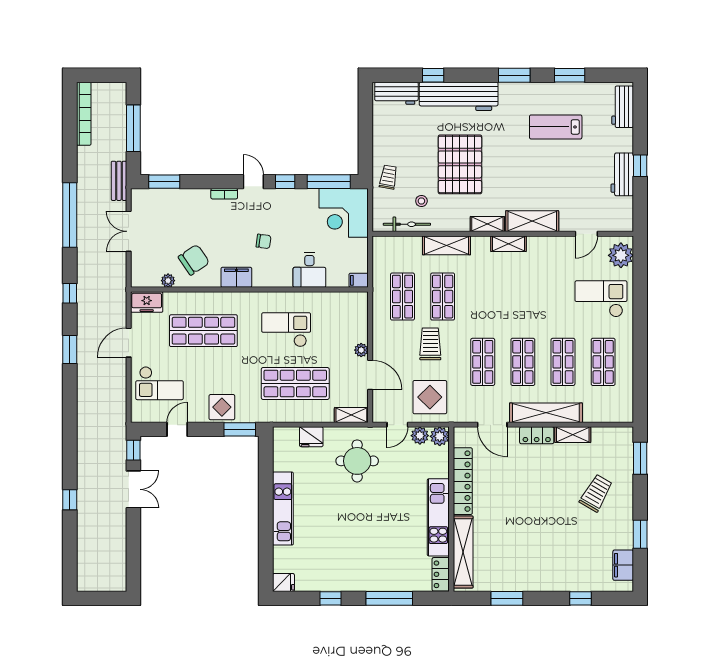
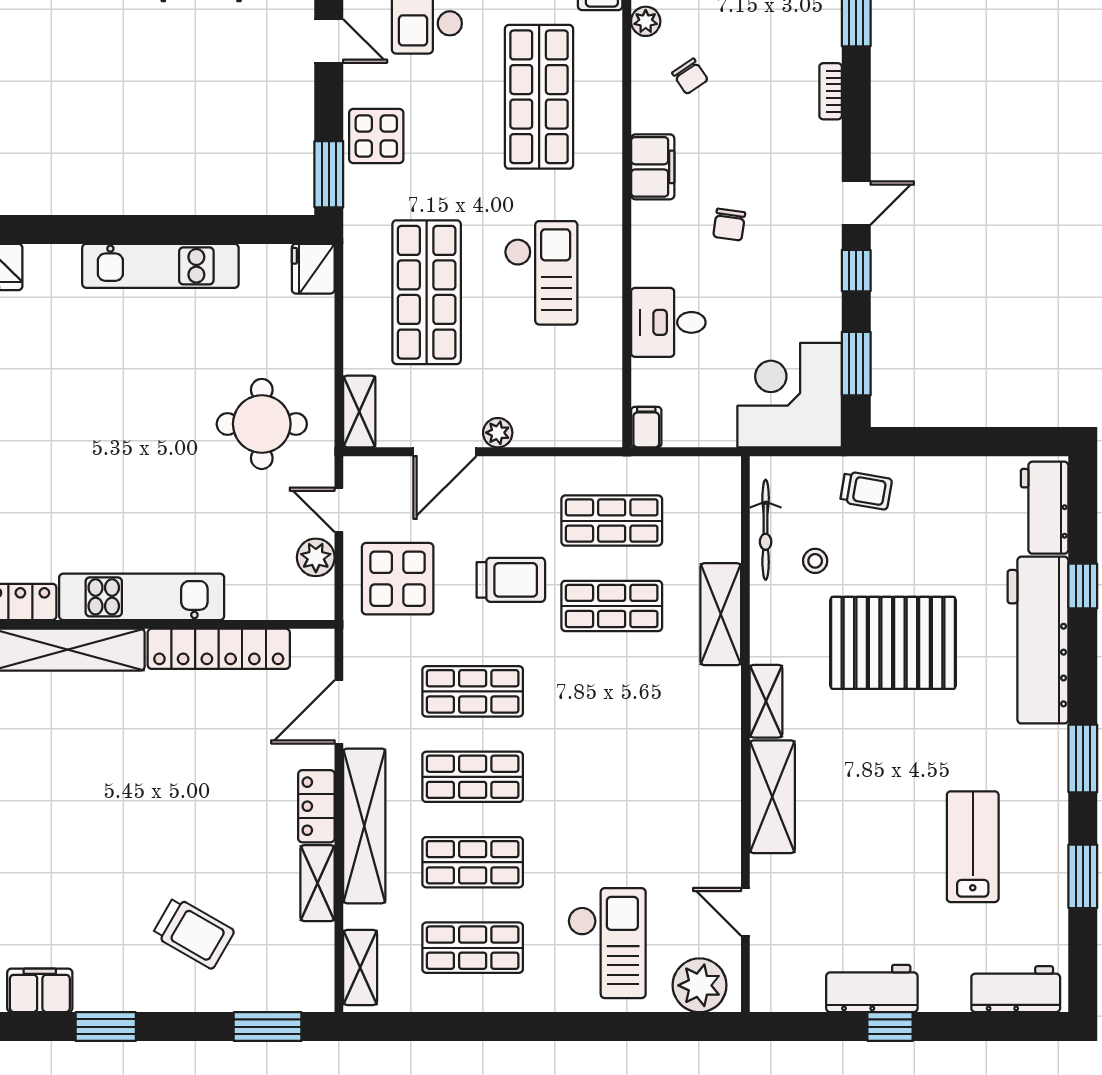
window: (329, 182) -> (856, 364), width x0.69
bookcase: (224, 194) -> (831, 91), moved
shelving: (508, 244) -> (360, 967), moved
chair: (194, 260) -> (690, 76), width x0.54, depth x0.54
plant: (440, 436) -> (314, 600), removed
fridge: (311, 437) -> (313, 269), moved

